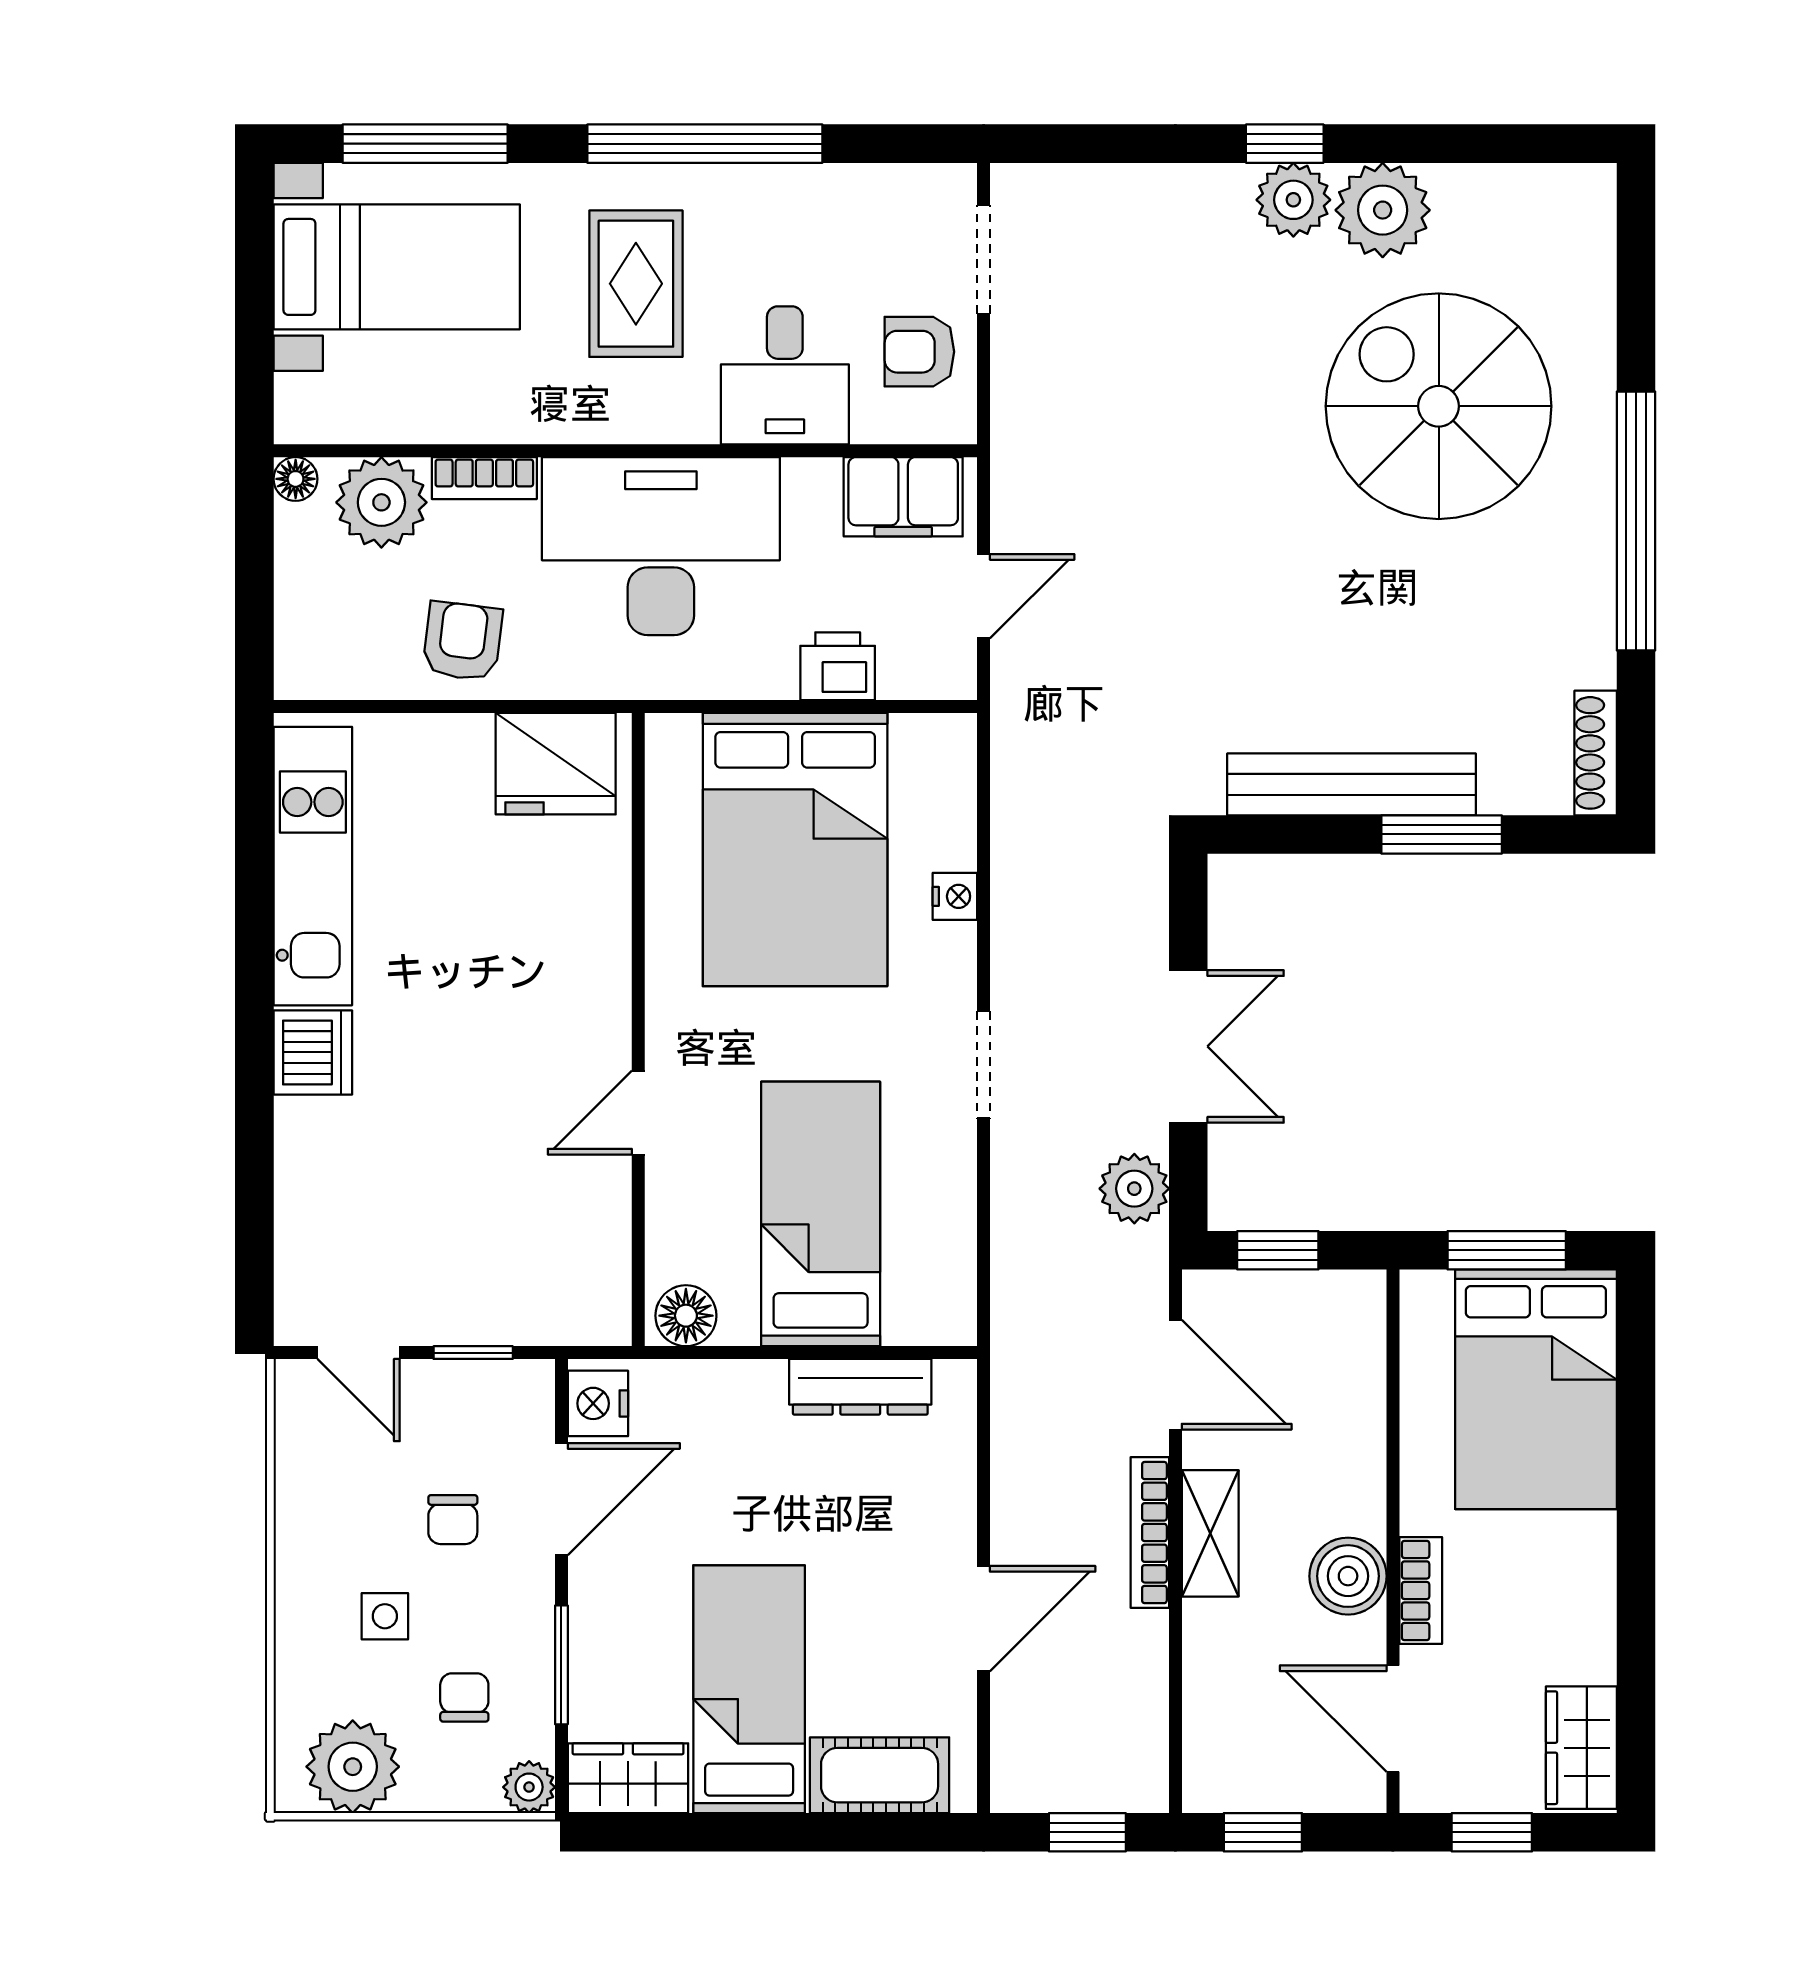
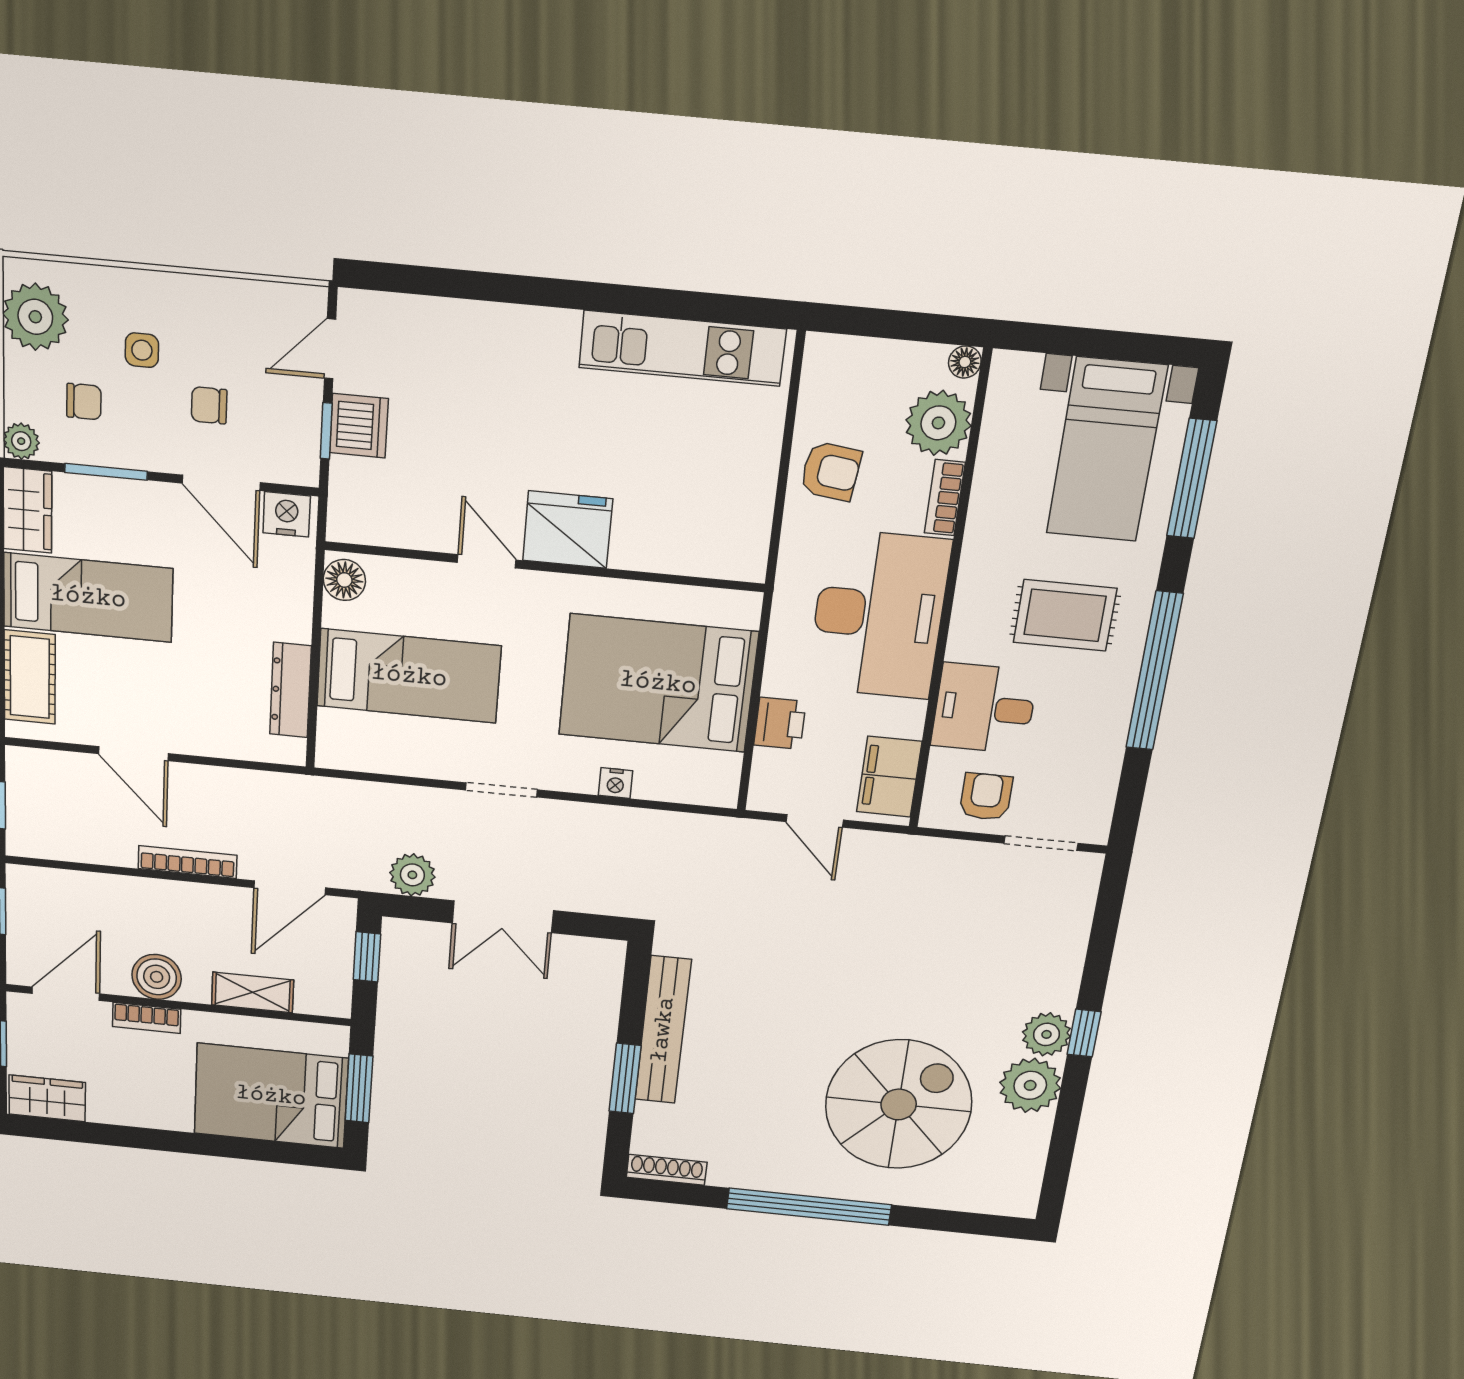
fridge: (556, 764) -> (568, 530), moved, turned 90
dishwasher: (313, 1052) -> (359, 426), moved, turned -90
shelving: (1210, 1533) -> (253, 992), moved

